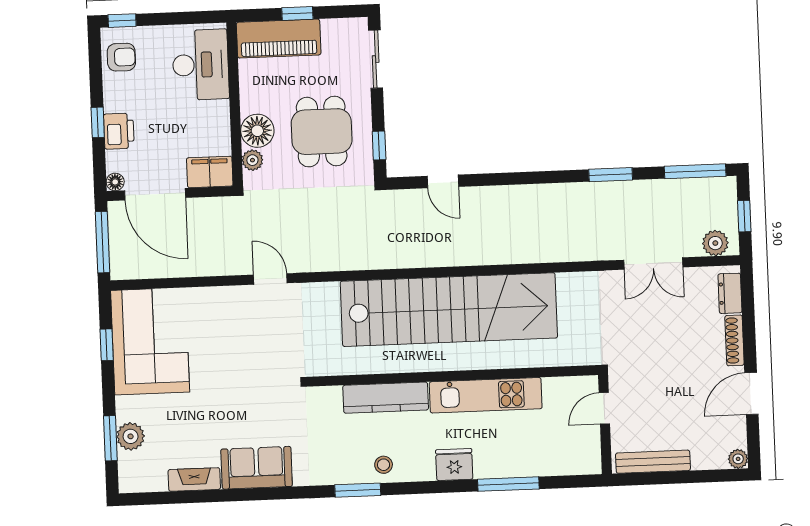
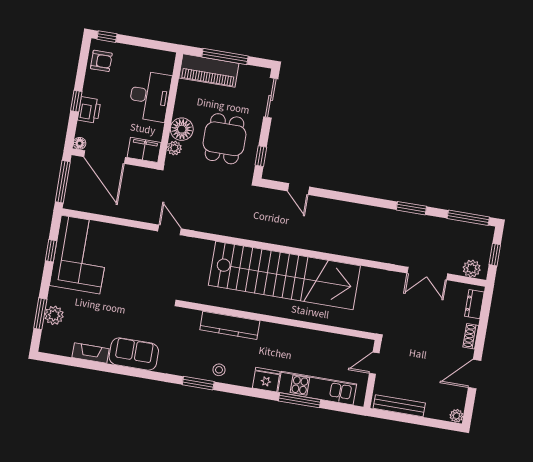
window: (297, 13) -> (225, 57), width x2.17
desk: (201, 65) -> (150, 96), moved
shoe rack: (734, 340) -> (471, 336), width x0.70
kitchen unit: (486, 395) -> (317, 388), moved, turned 180

